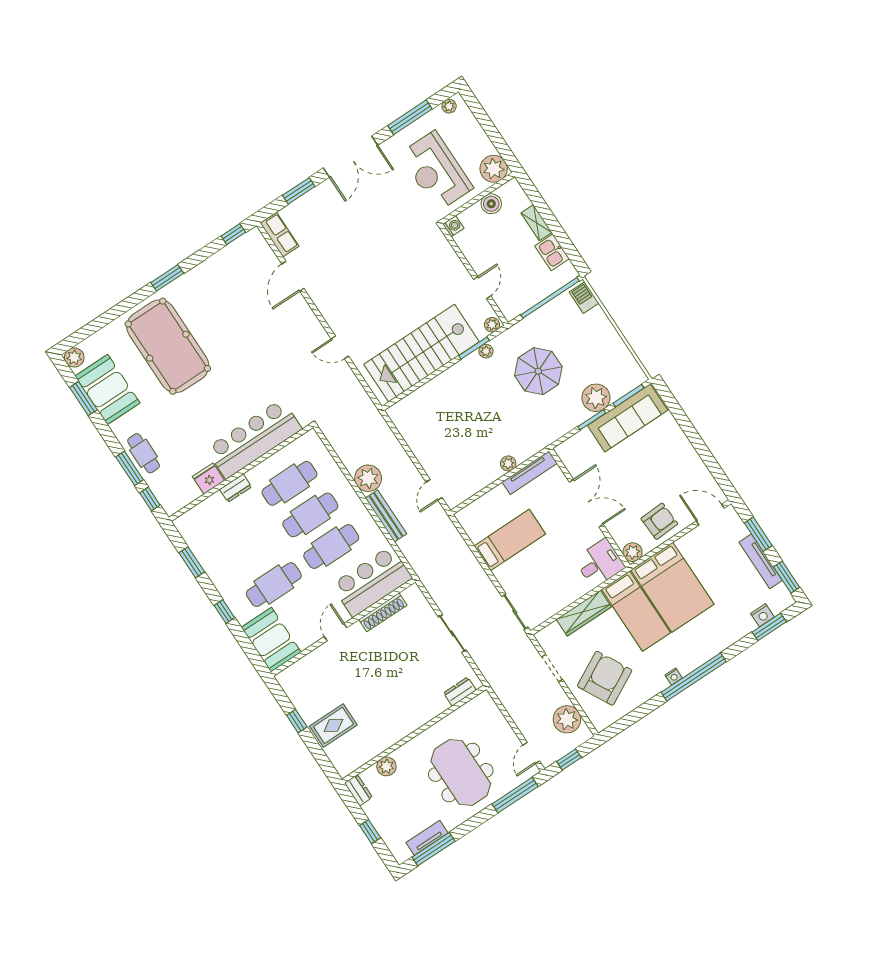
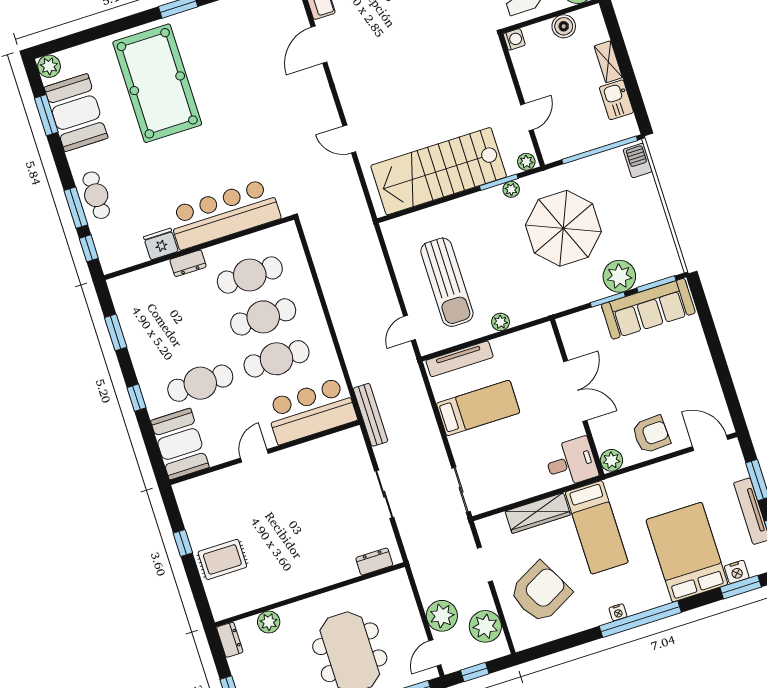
parasol: (538, 371) -> (563, 228), width x1.36, depth x1.36
sun lounger: (454, 443) -> (447, 282), added
tv unit: (530, 473) -> (460, 359), moved
plant: (368, 478) -> (442, 616), moved
bench: (386, 516) -> (371, 415), moved
bed: (672, 587) -> (687, 552), moved, turned 180
shoe rack: (383, 612) -> (313, 449), removed

